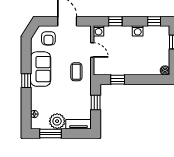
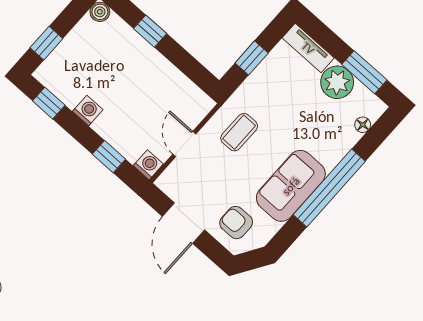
armchair: (48, 38) -> (236, 223), turned -90
window: (118, 80) -> (150, 31), moved
window: (26, 81) -> (329, 188), width x3.17

